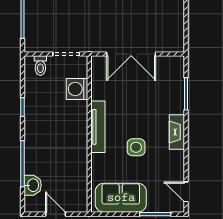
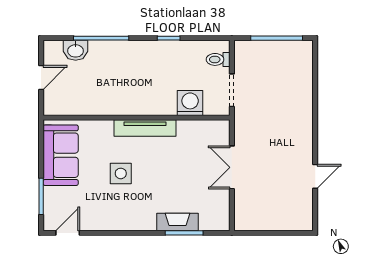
double door: (131, 54) -> (232, 167), width x0.73
fireplace: (177, 132) -> (177, 222), moved

